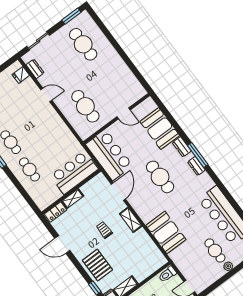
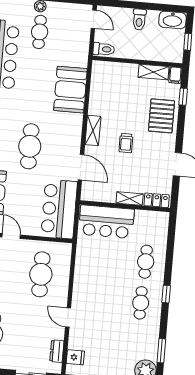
door: (118, 192) -> (81, 167), swing flipped

